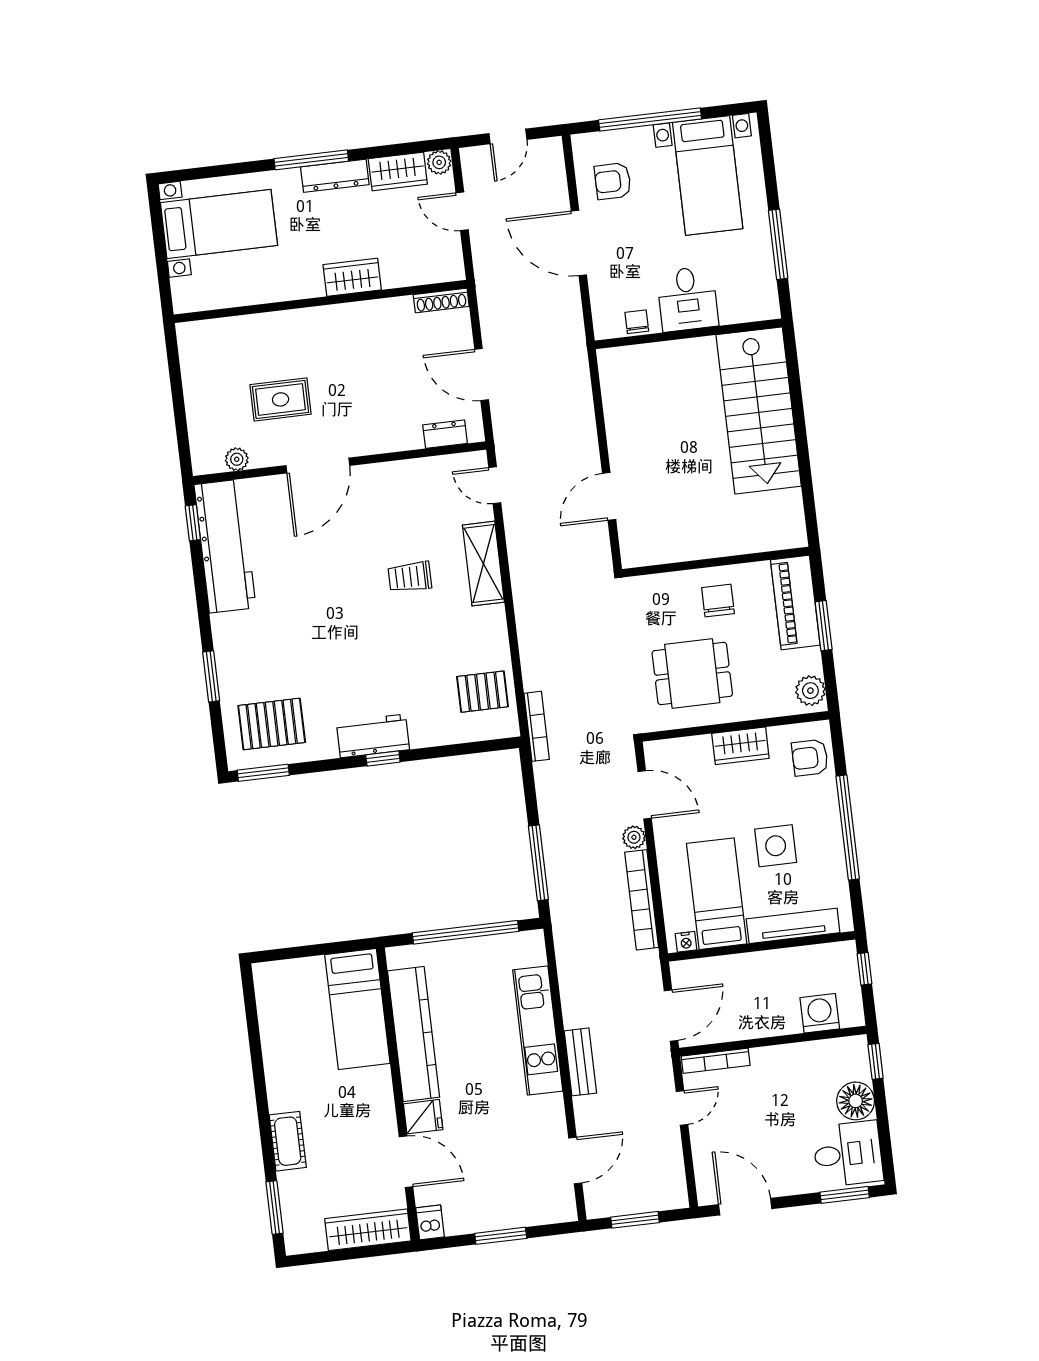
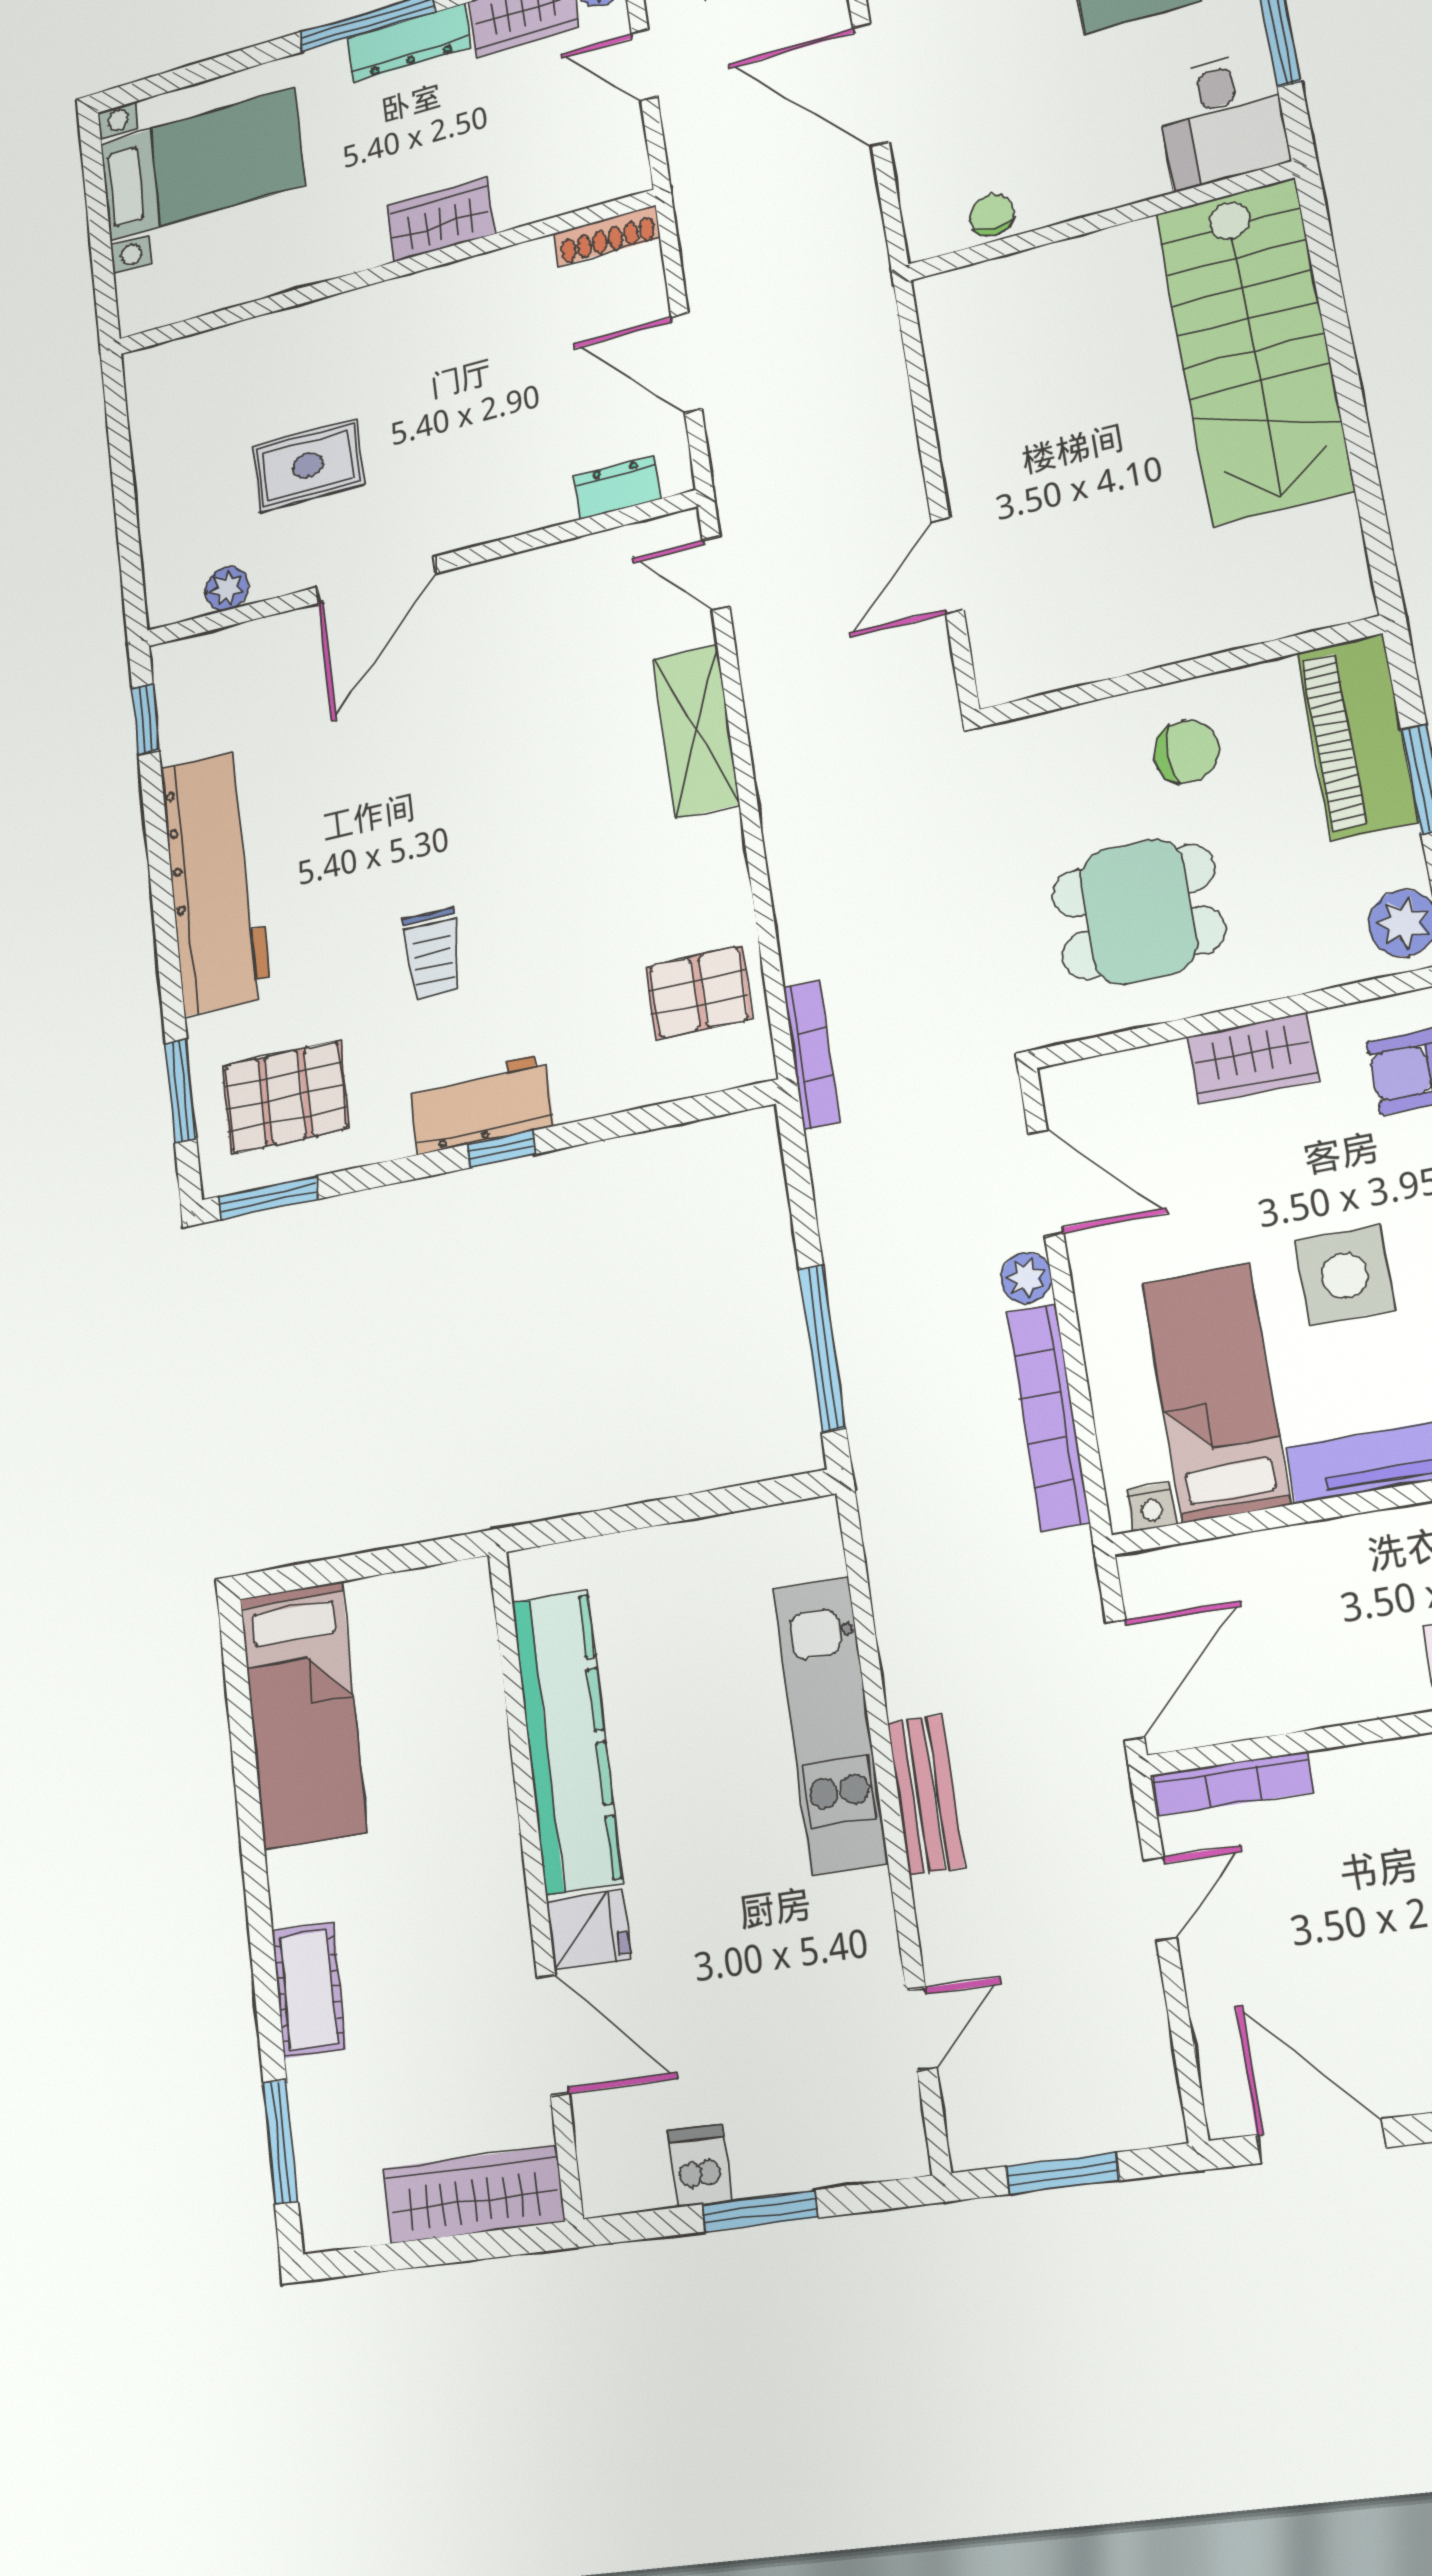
desk: (687, 299) -> (1222, 119), moved
workbench: (225, 546) -> (216, 882), moved
trolley: (410, 577) -> (433, 954), moved, turned -90
chair: (718, 601) -> (1187, 752), turned 90
window: (211, 676) -> (181, 1091), moved
window: (466, 932) -> (672, 1510), removed
bed: (357, 1009) -> (303, 1715), moved
door: (575, 1161) -> (921, 2029), width x0.73
dishwasher: (430, 1222) -> (700, 2166), moved

